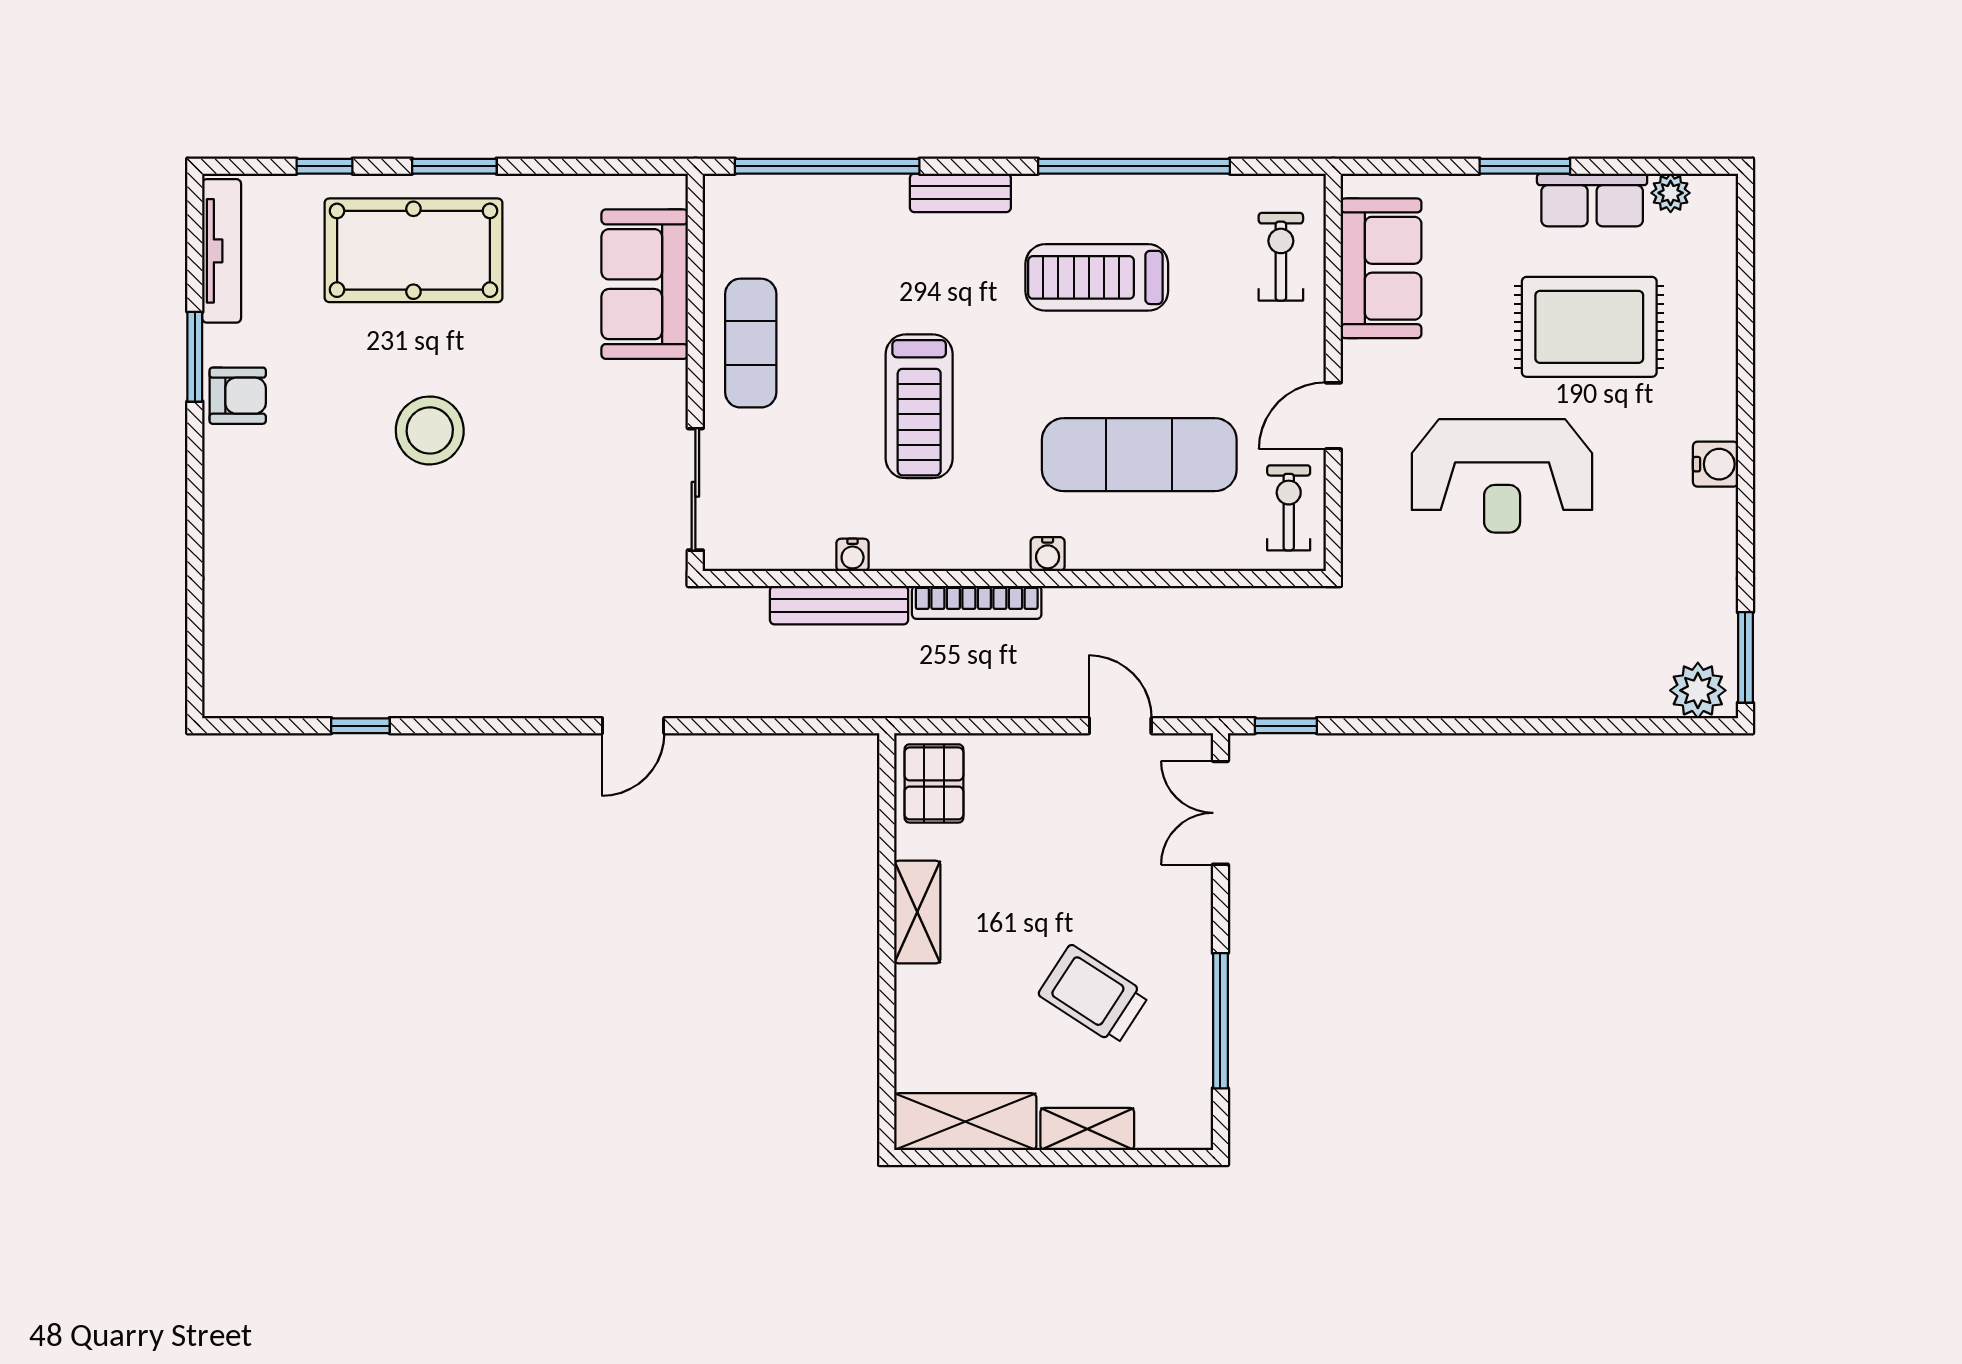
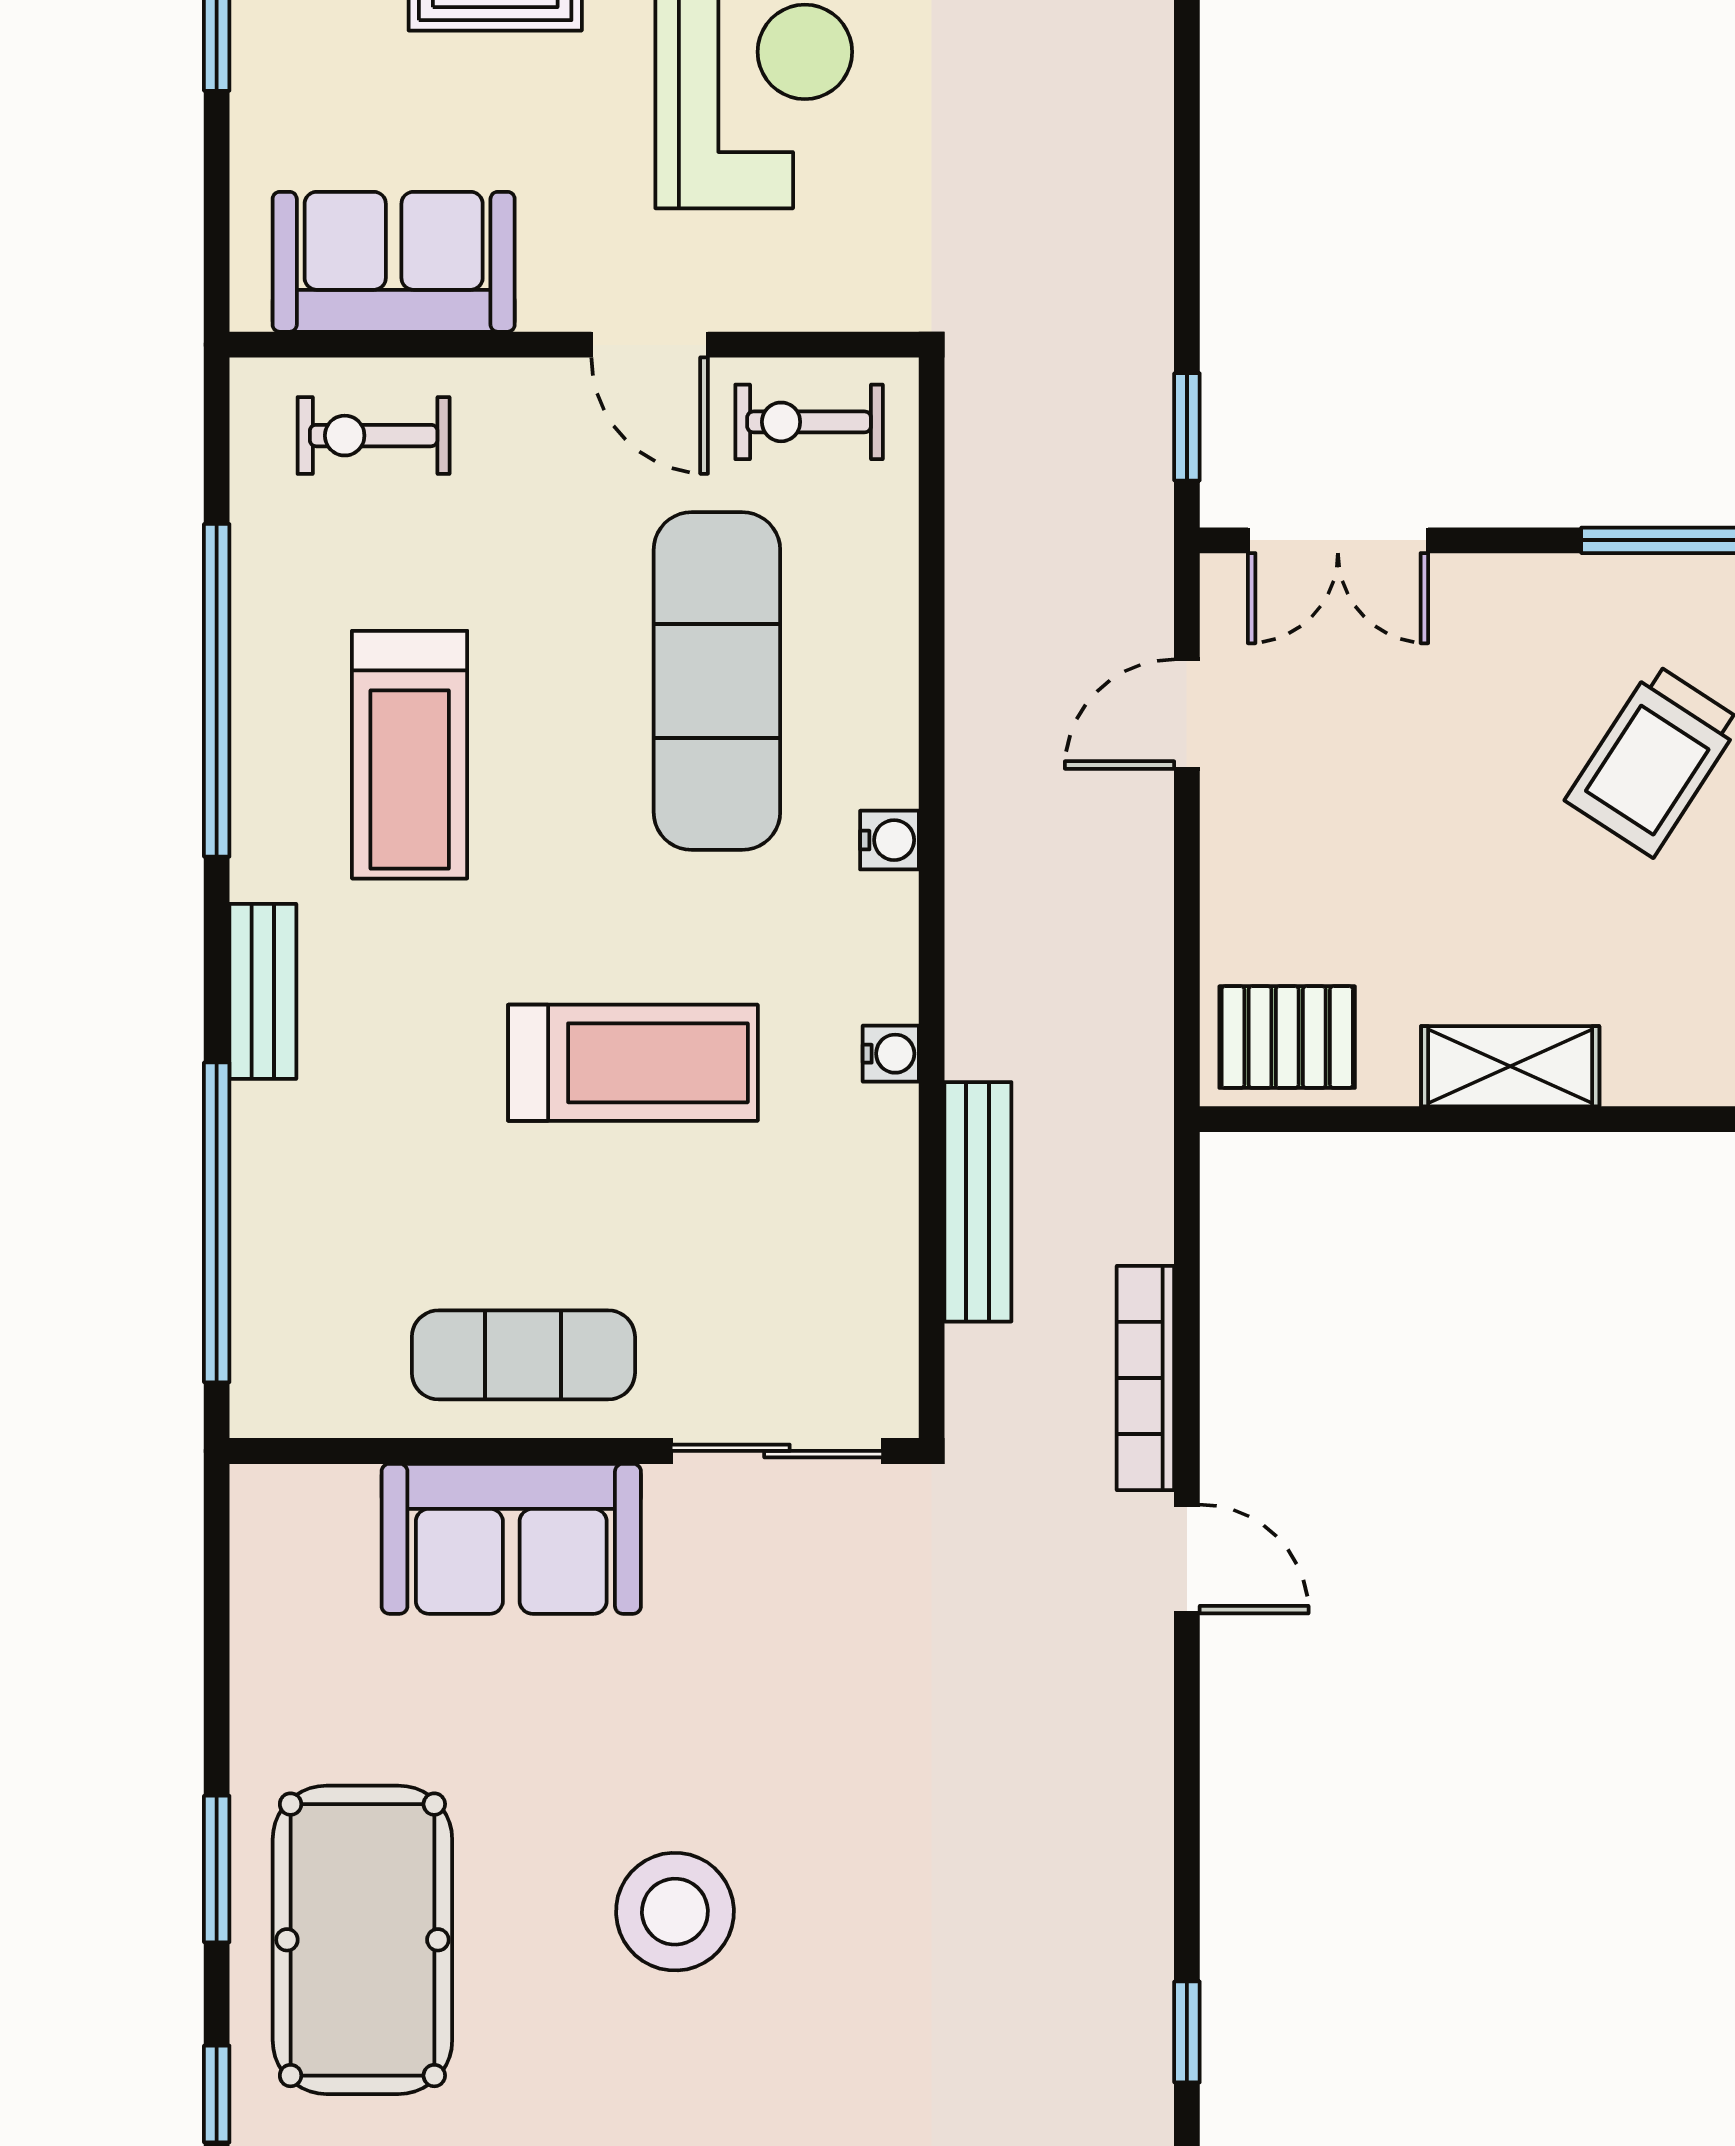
sofa: (645, 284) -> (511, 1539), moved
water cooler: (853, 555) -> (891, 1054), moved
bookcase: (977, 602) -> (1145, 1378), moved, turned 180

